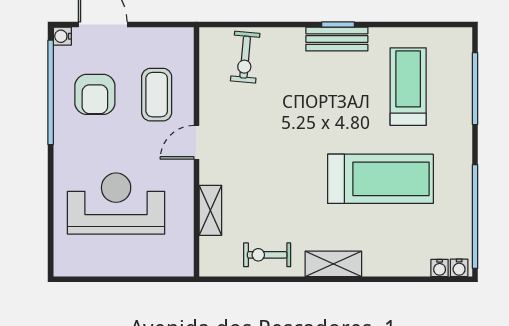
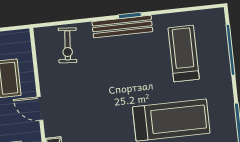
bench: (337, 39) -> (122, 27), width x1.36
door: (197, 142) -> (40, 108), hinge flipped

